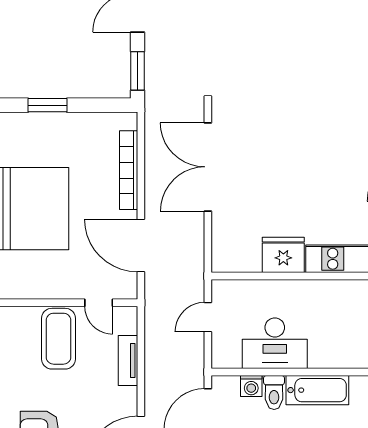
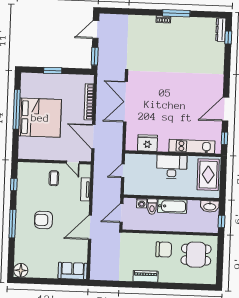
fridge: (283, 255) -> (147, 143), moved
coffee table: (59, 339) -> (54, 178), width x0.54, depth x0.58
desk: (275, 343) -> (172, 167), moved, turned 180

